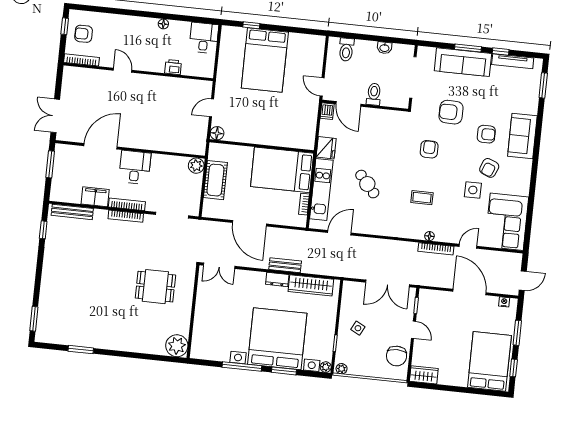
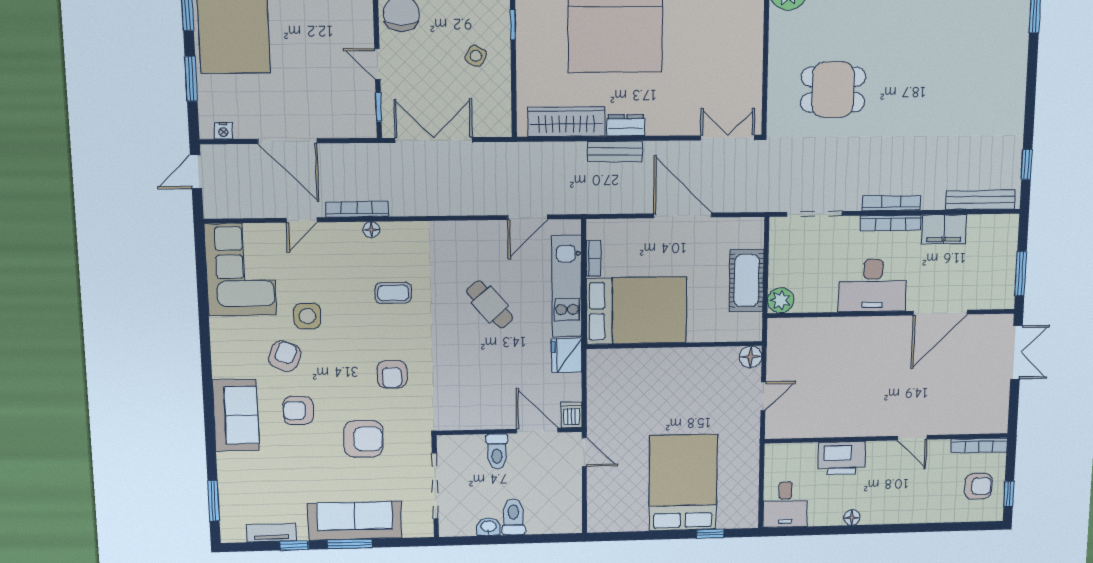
toilet: (346, 50) -> (513, 517), moved
tv unit: (513, 61) -> (272, 533), width x0.71
printer: (173, 67) -> (842, 458), width x1.87, depth x1.48
desk: (135, 167) -> (873, 285), width x1.37

